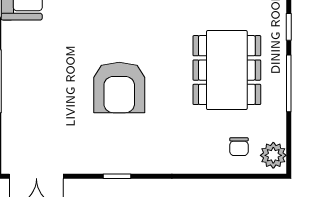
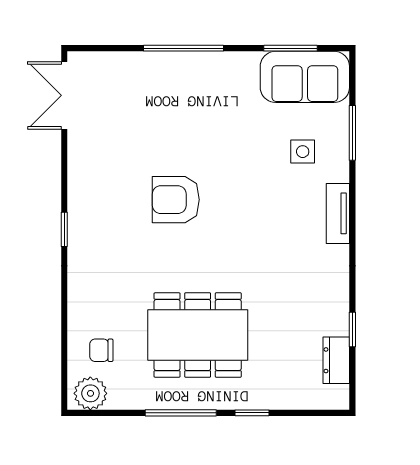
armchair: (119, 87) -> (176, 200), width x0.73, depth x0.73
window: (117, 176) -> (64, 229), moved

